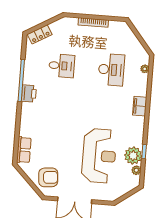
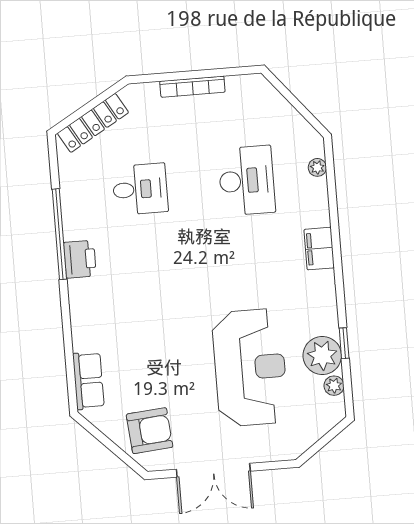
locker: (40, 34) -> (93, 123), width x1.53

